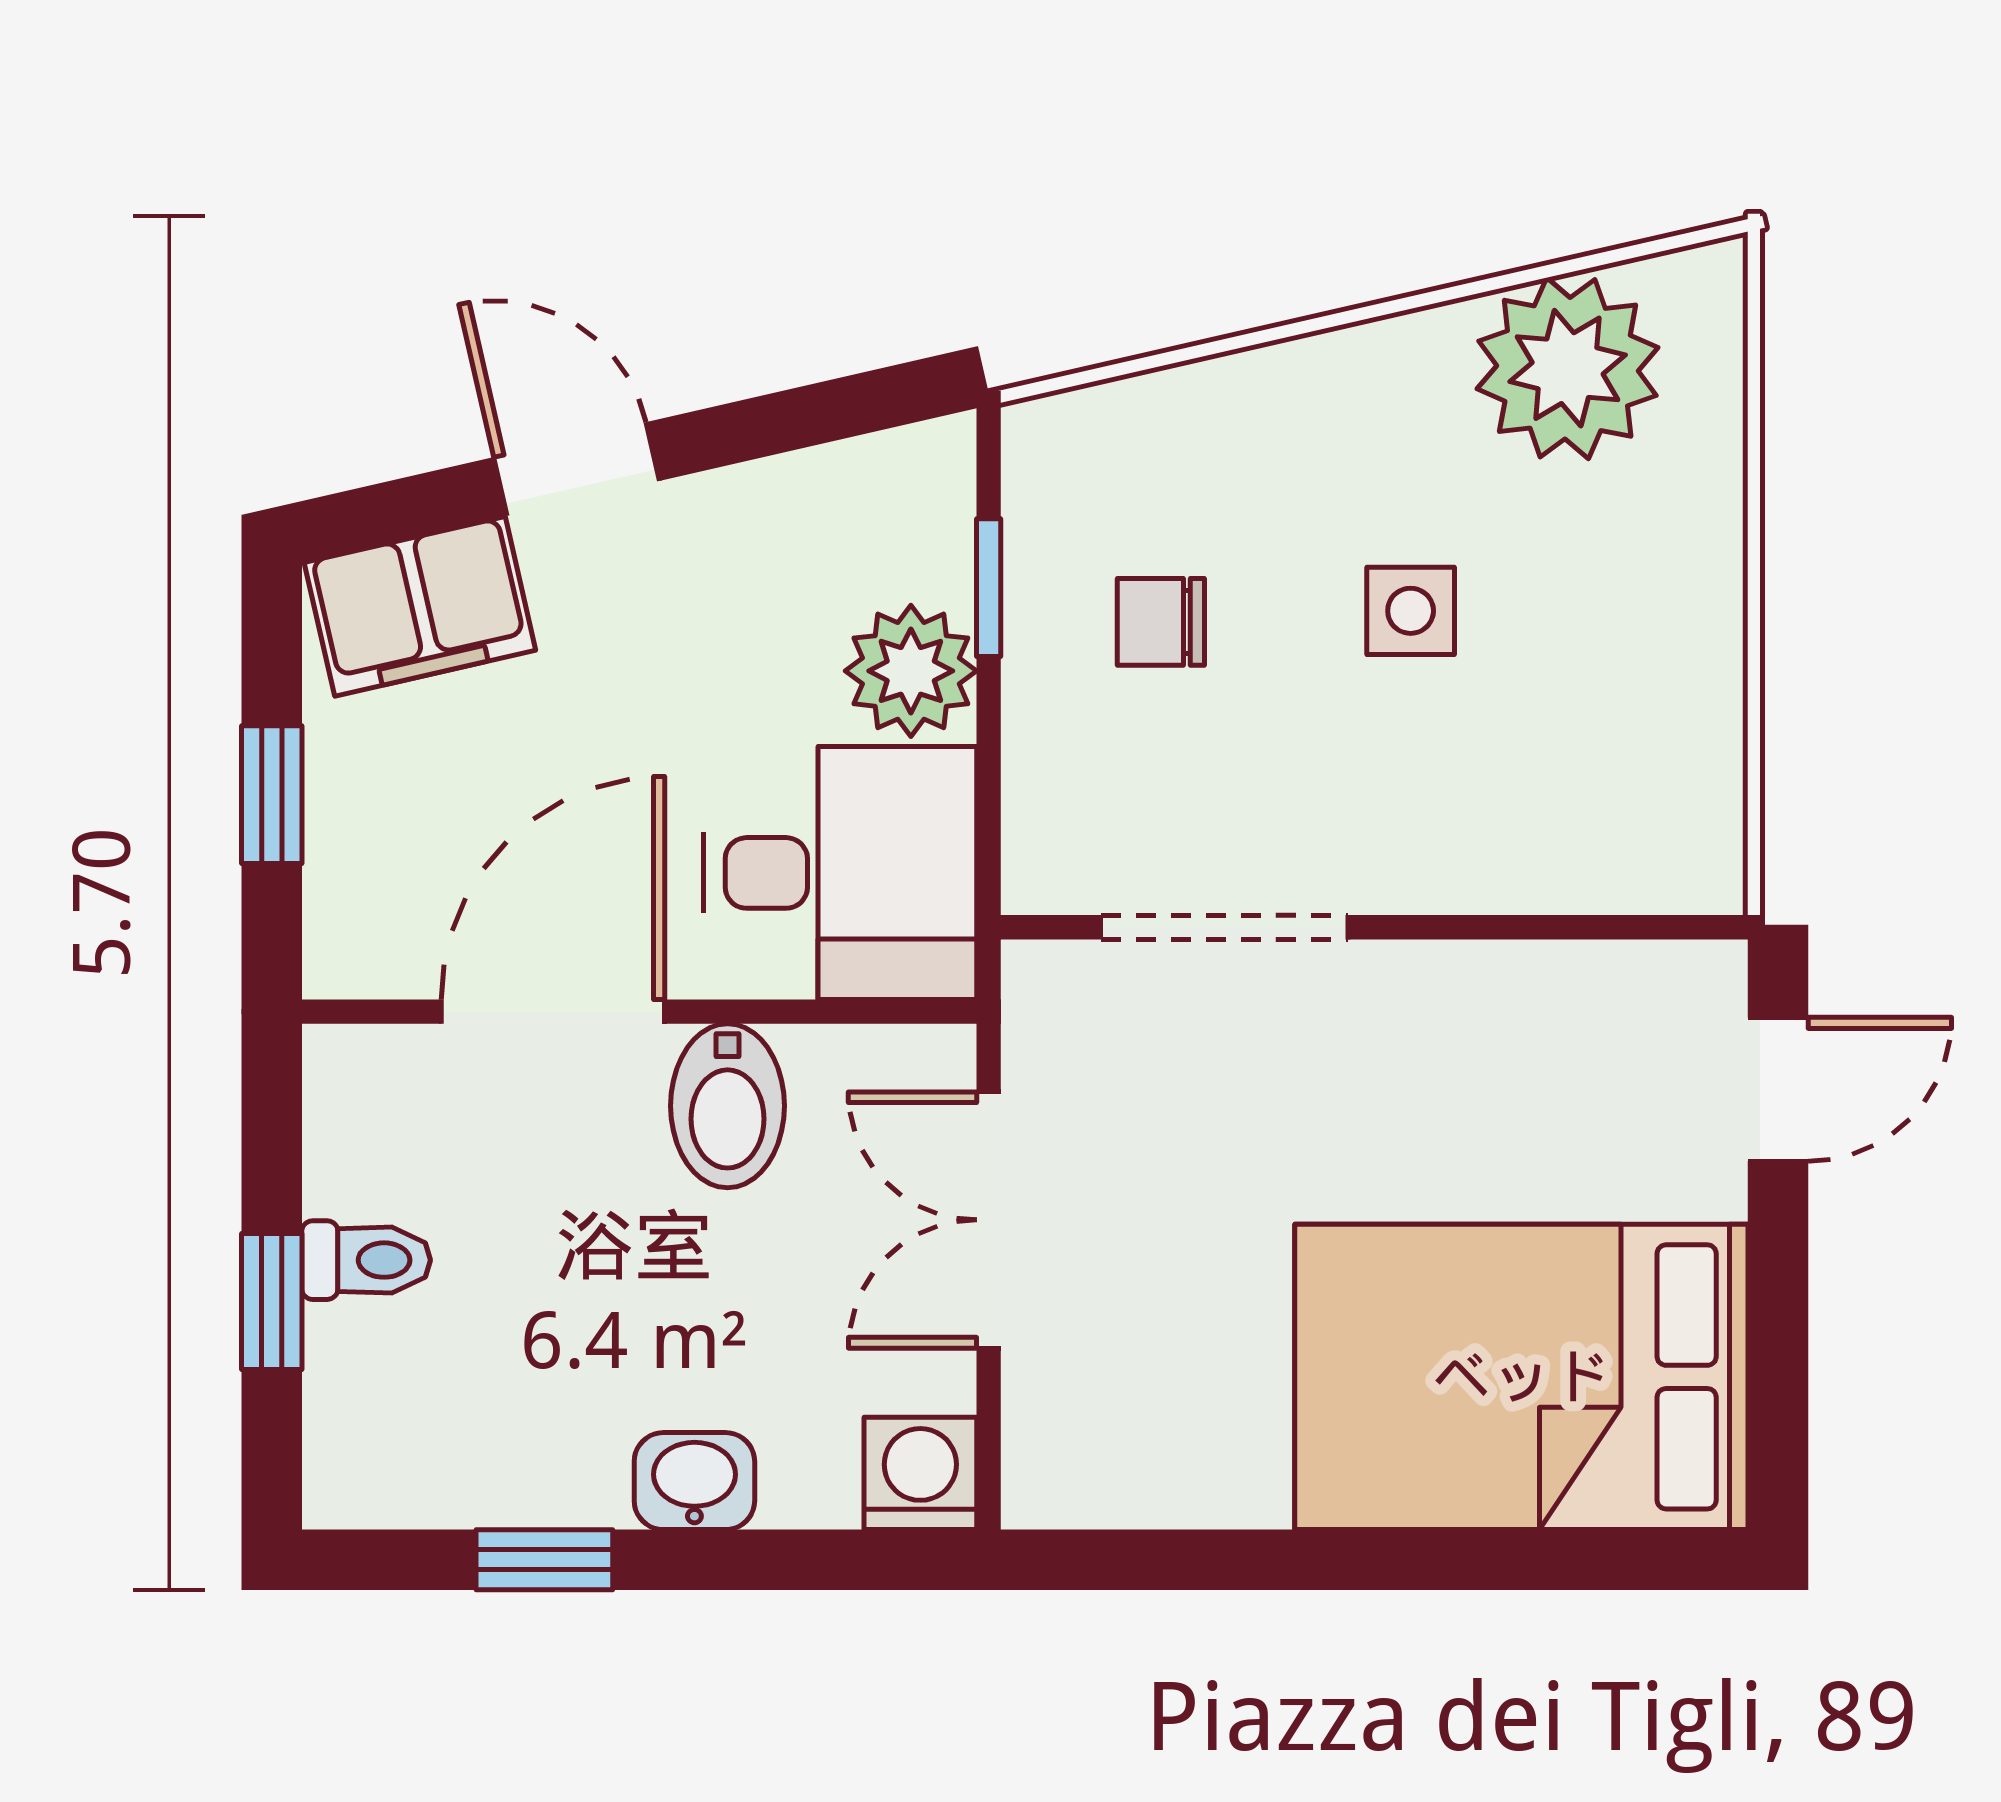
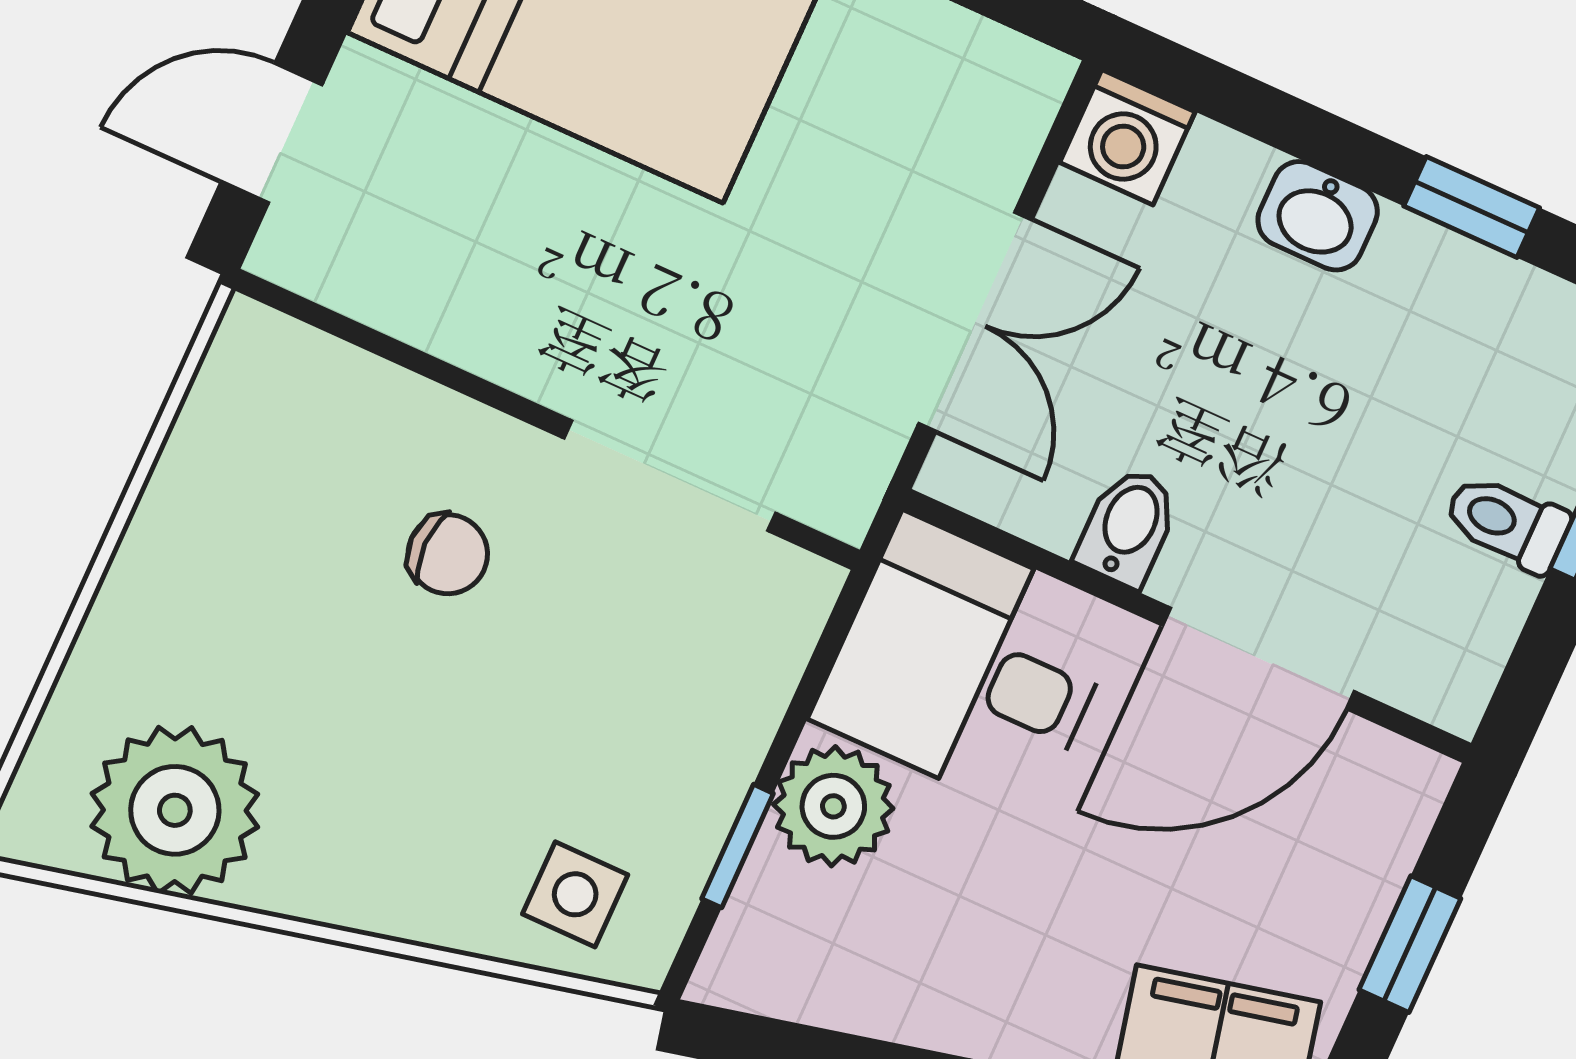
side table: (1411, 611) -> (575, 894), moved
chair: (1161, 622) -> (448, 554), moved
bidet: (728, 1106) -> (1128, 527), width x0.72, depth x0.74

